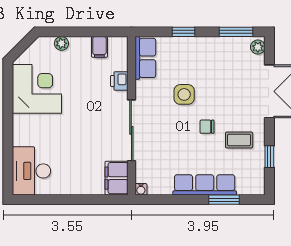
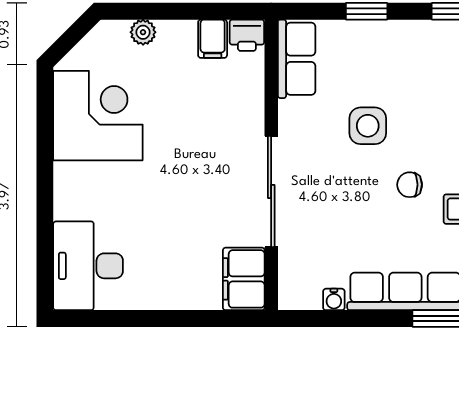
printer: (119, 81) -> (247, 35), moved, turned -90
water cooler: (141, 189) -> (334, 299), moved

